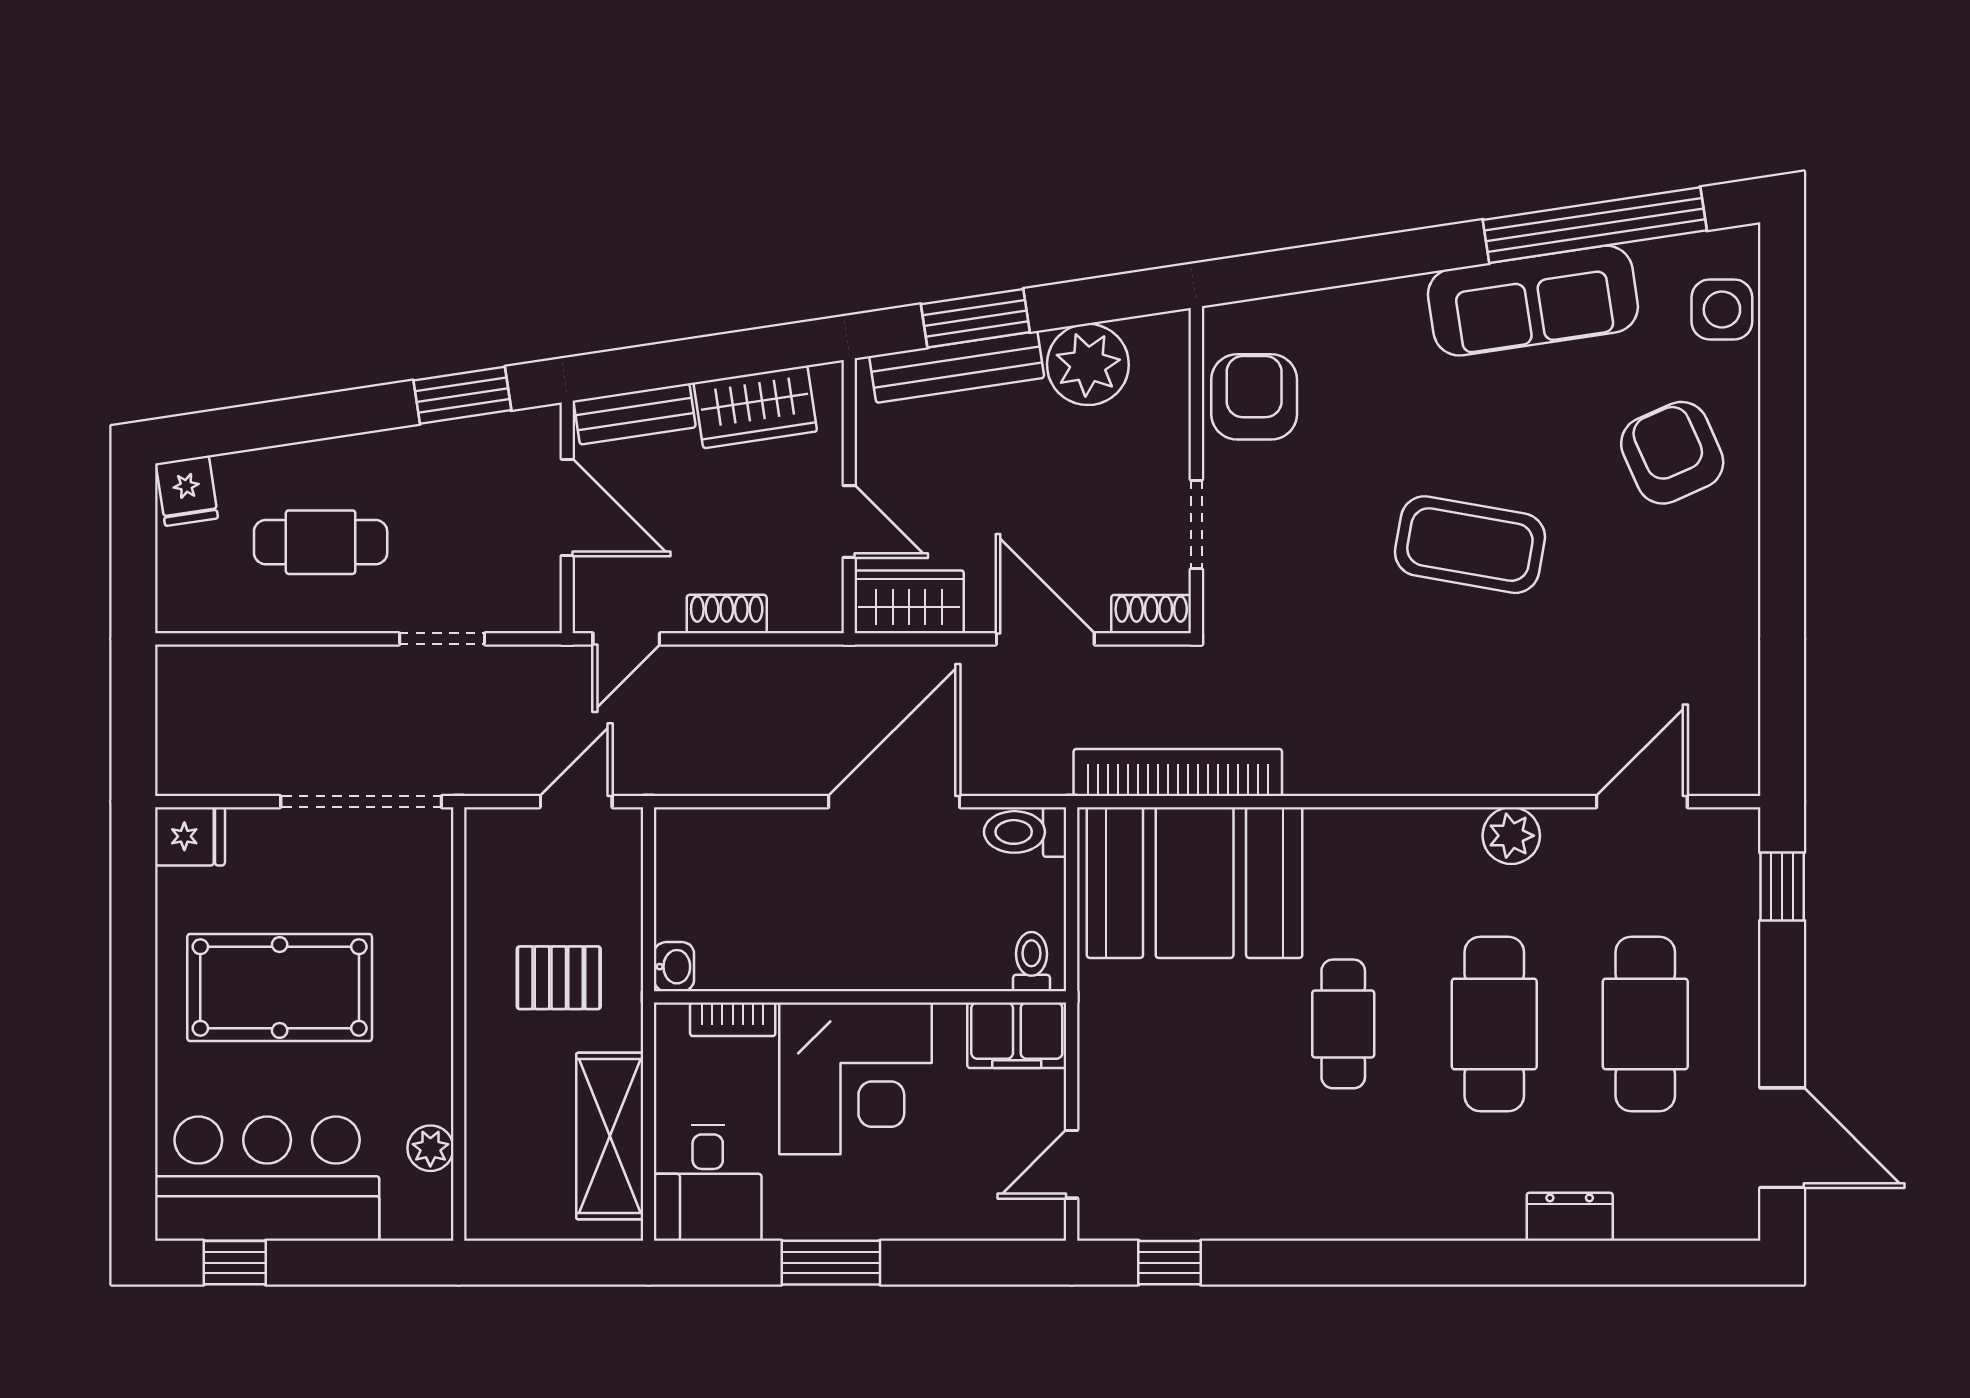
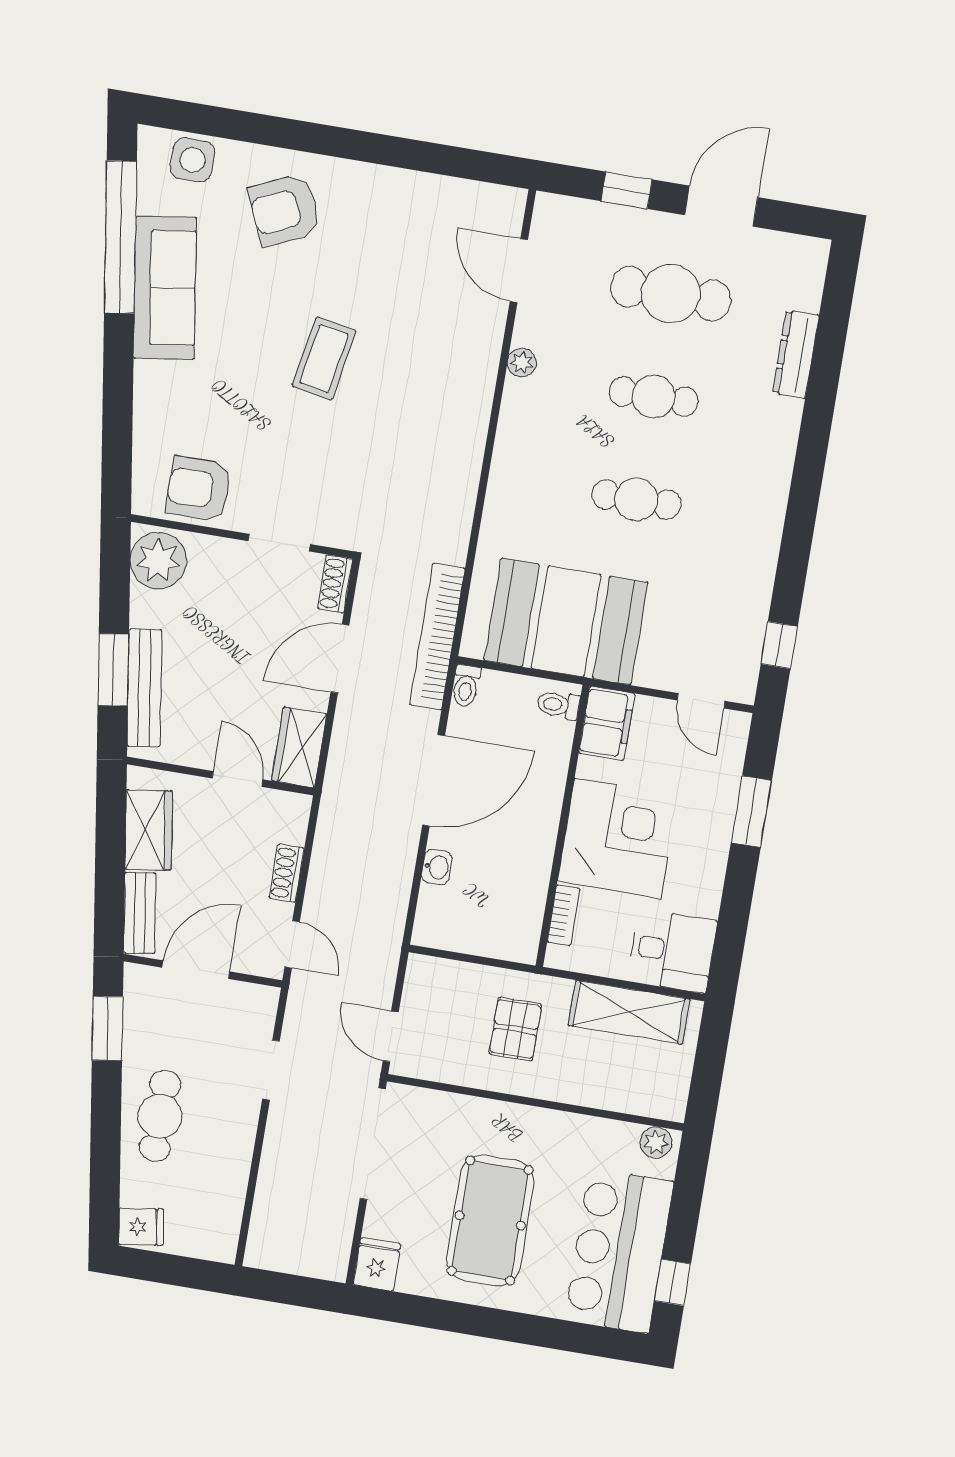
plant: (1088, 364) -> (158, 561), moved
door: (849, 522) -> (238, 779), hinge flipped
cafe table: (321, 542) -> (160, 1116), moved
coffee table: (1470, 545) -> (324, 358), width x0.73, depth x0.76
bookcase: (1178, 773) -> (437, 636), moved
door: (576, 802) -> (391, 1036), moved
door: (894, 802) -> (434, 780), swing flipped
toilet: (1025, 832) -> (466, 686), width x0.73, depth x0.72
plant: (1511, 836) -> (522, 363), width x0.73, depth x0.73
booth: (1195, 883) -> (566, 621), moved, turned 90
window: (1782, 886) -> (626, 190), moved
washbasin: (674, 967) -> (437, 867), moved, turned 90
cafe table: (1494, 1024) -> (654, 397), width x0.73, depth x0.74
door: (1782, 1138) -> (721, 206), moved
plant: (430, 1148) -> (656, 1142), moved
dresser: (1570, 1217) -> (796, 354), width x1.44
window: (831, 1263) -> (751, 812), moved

